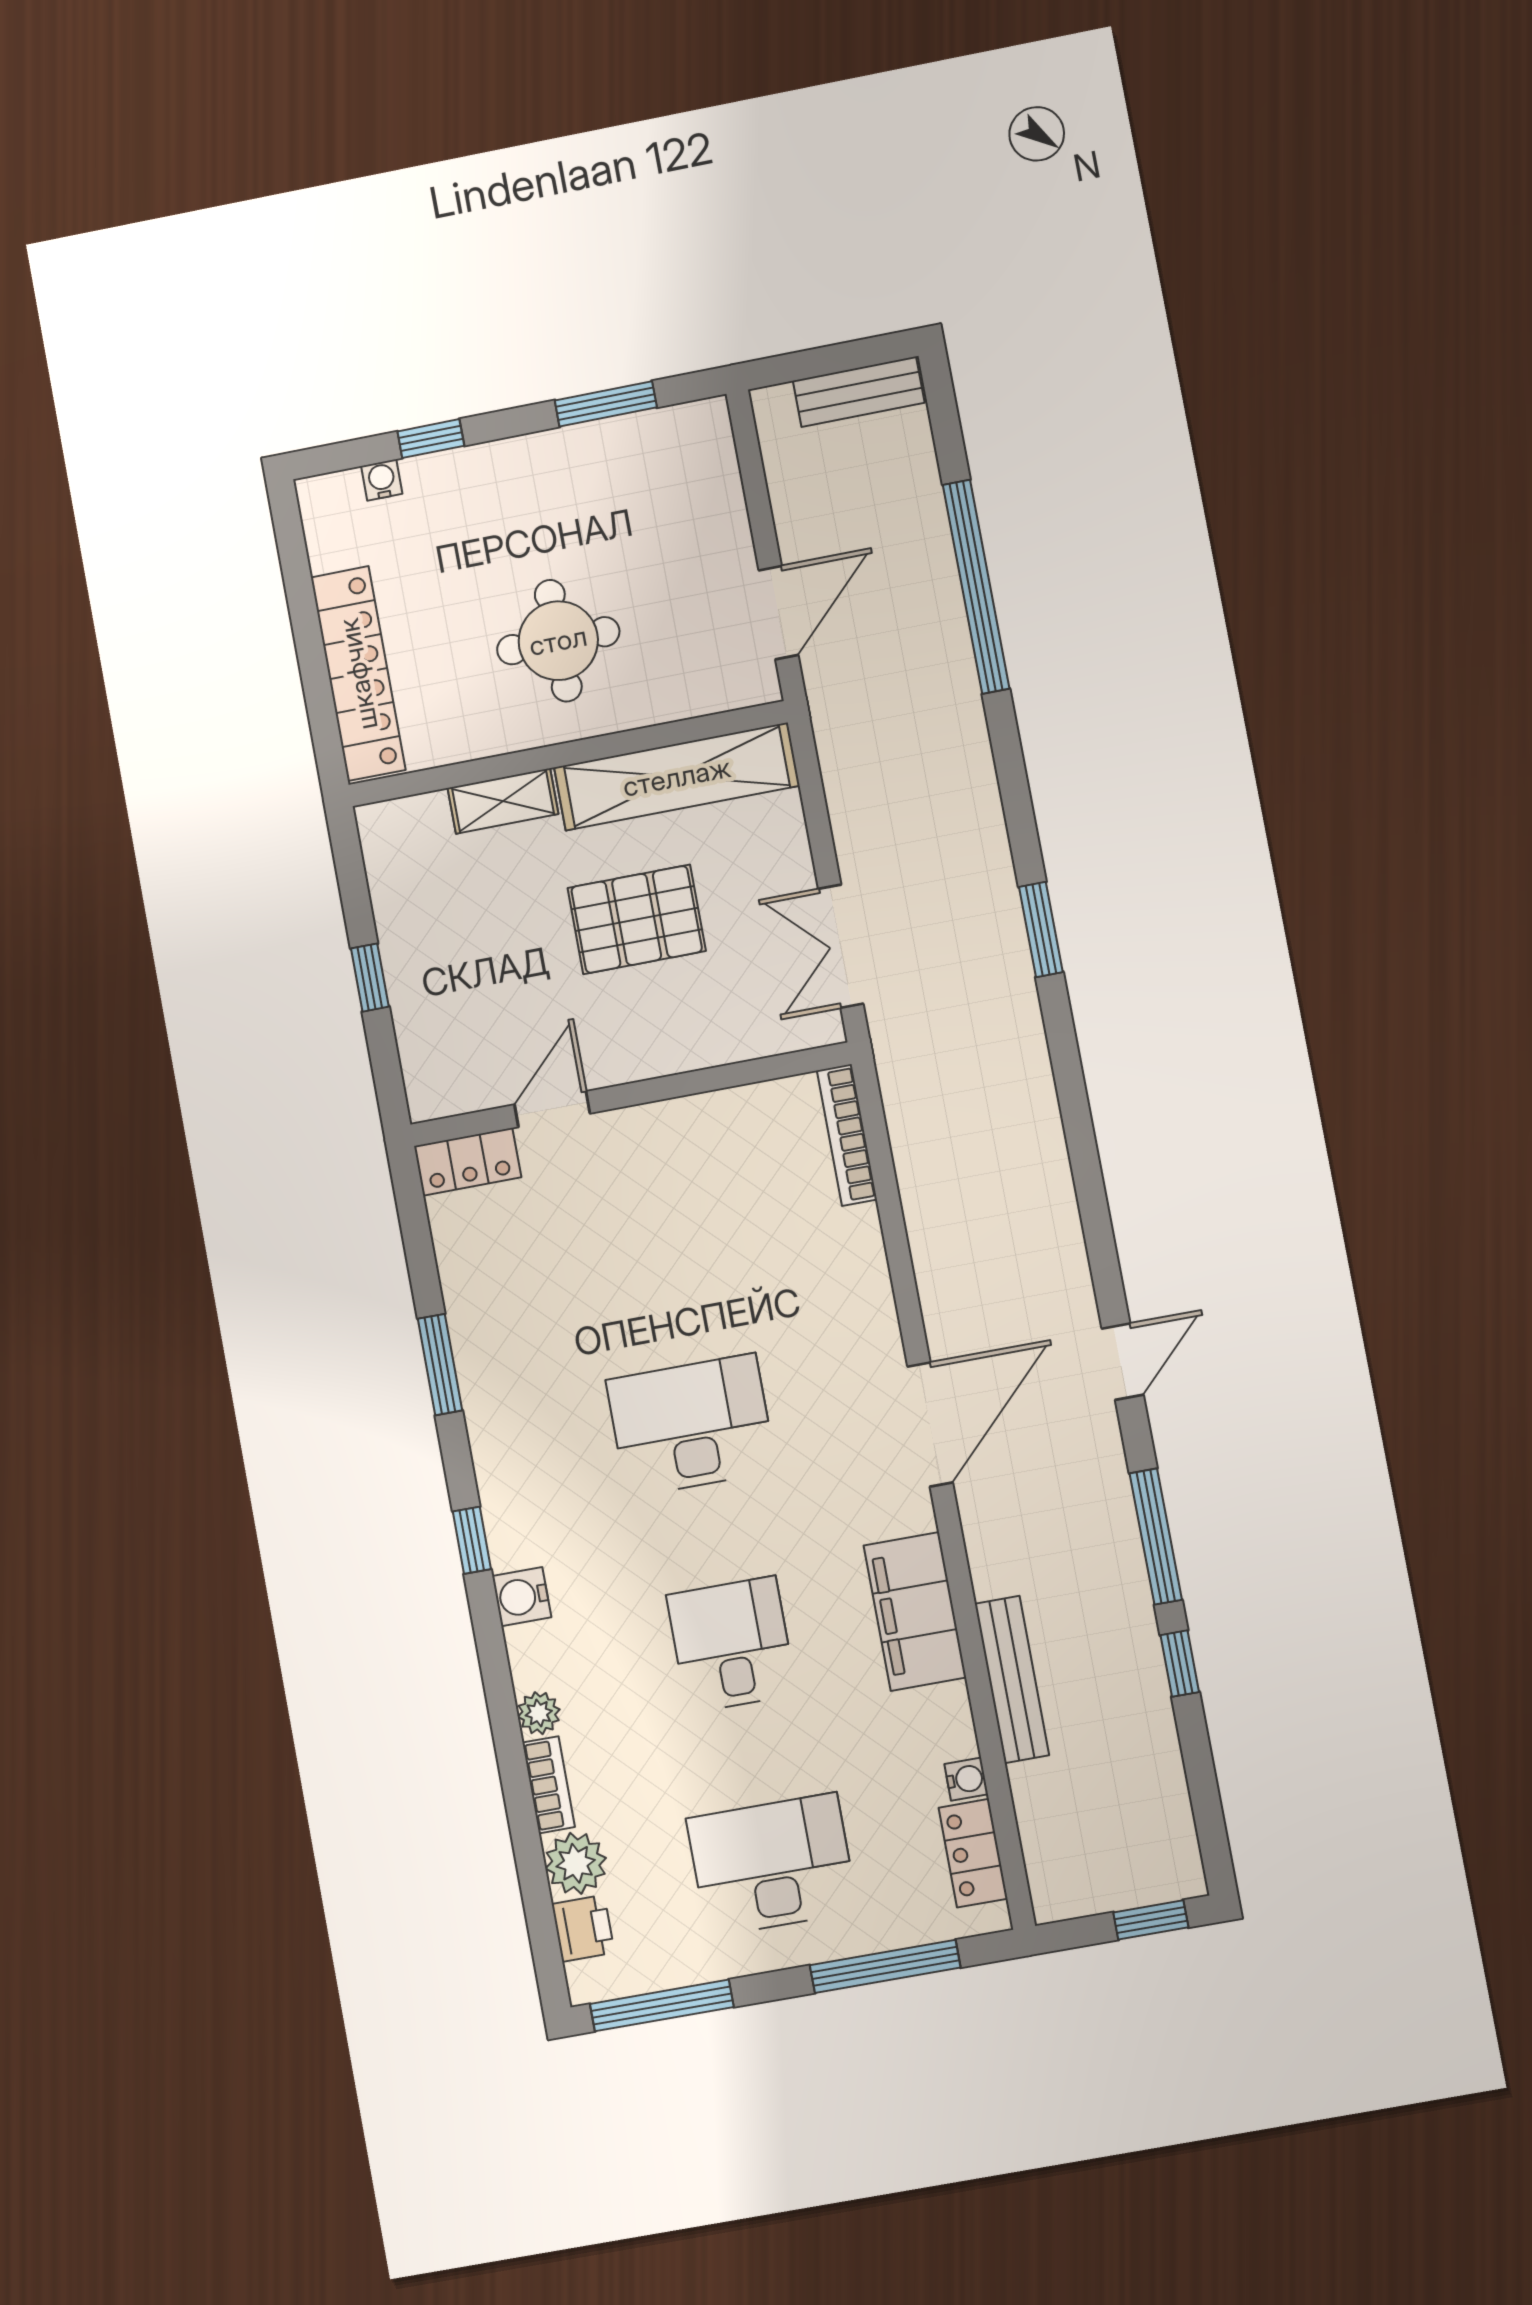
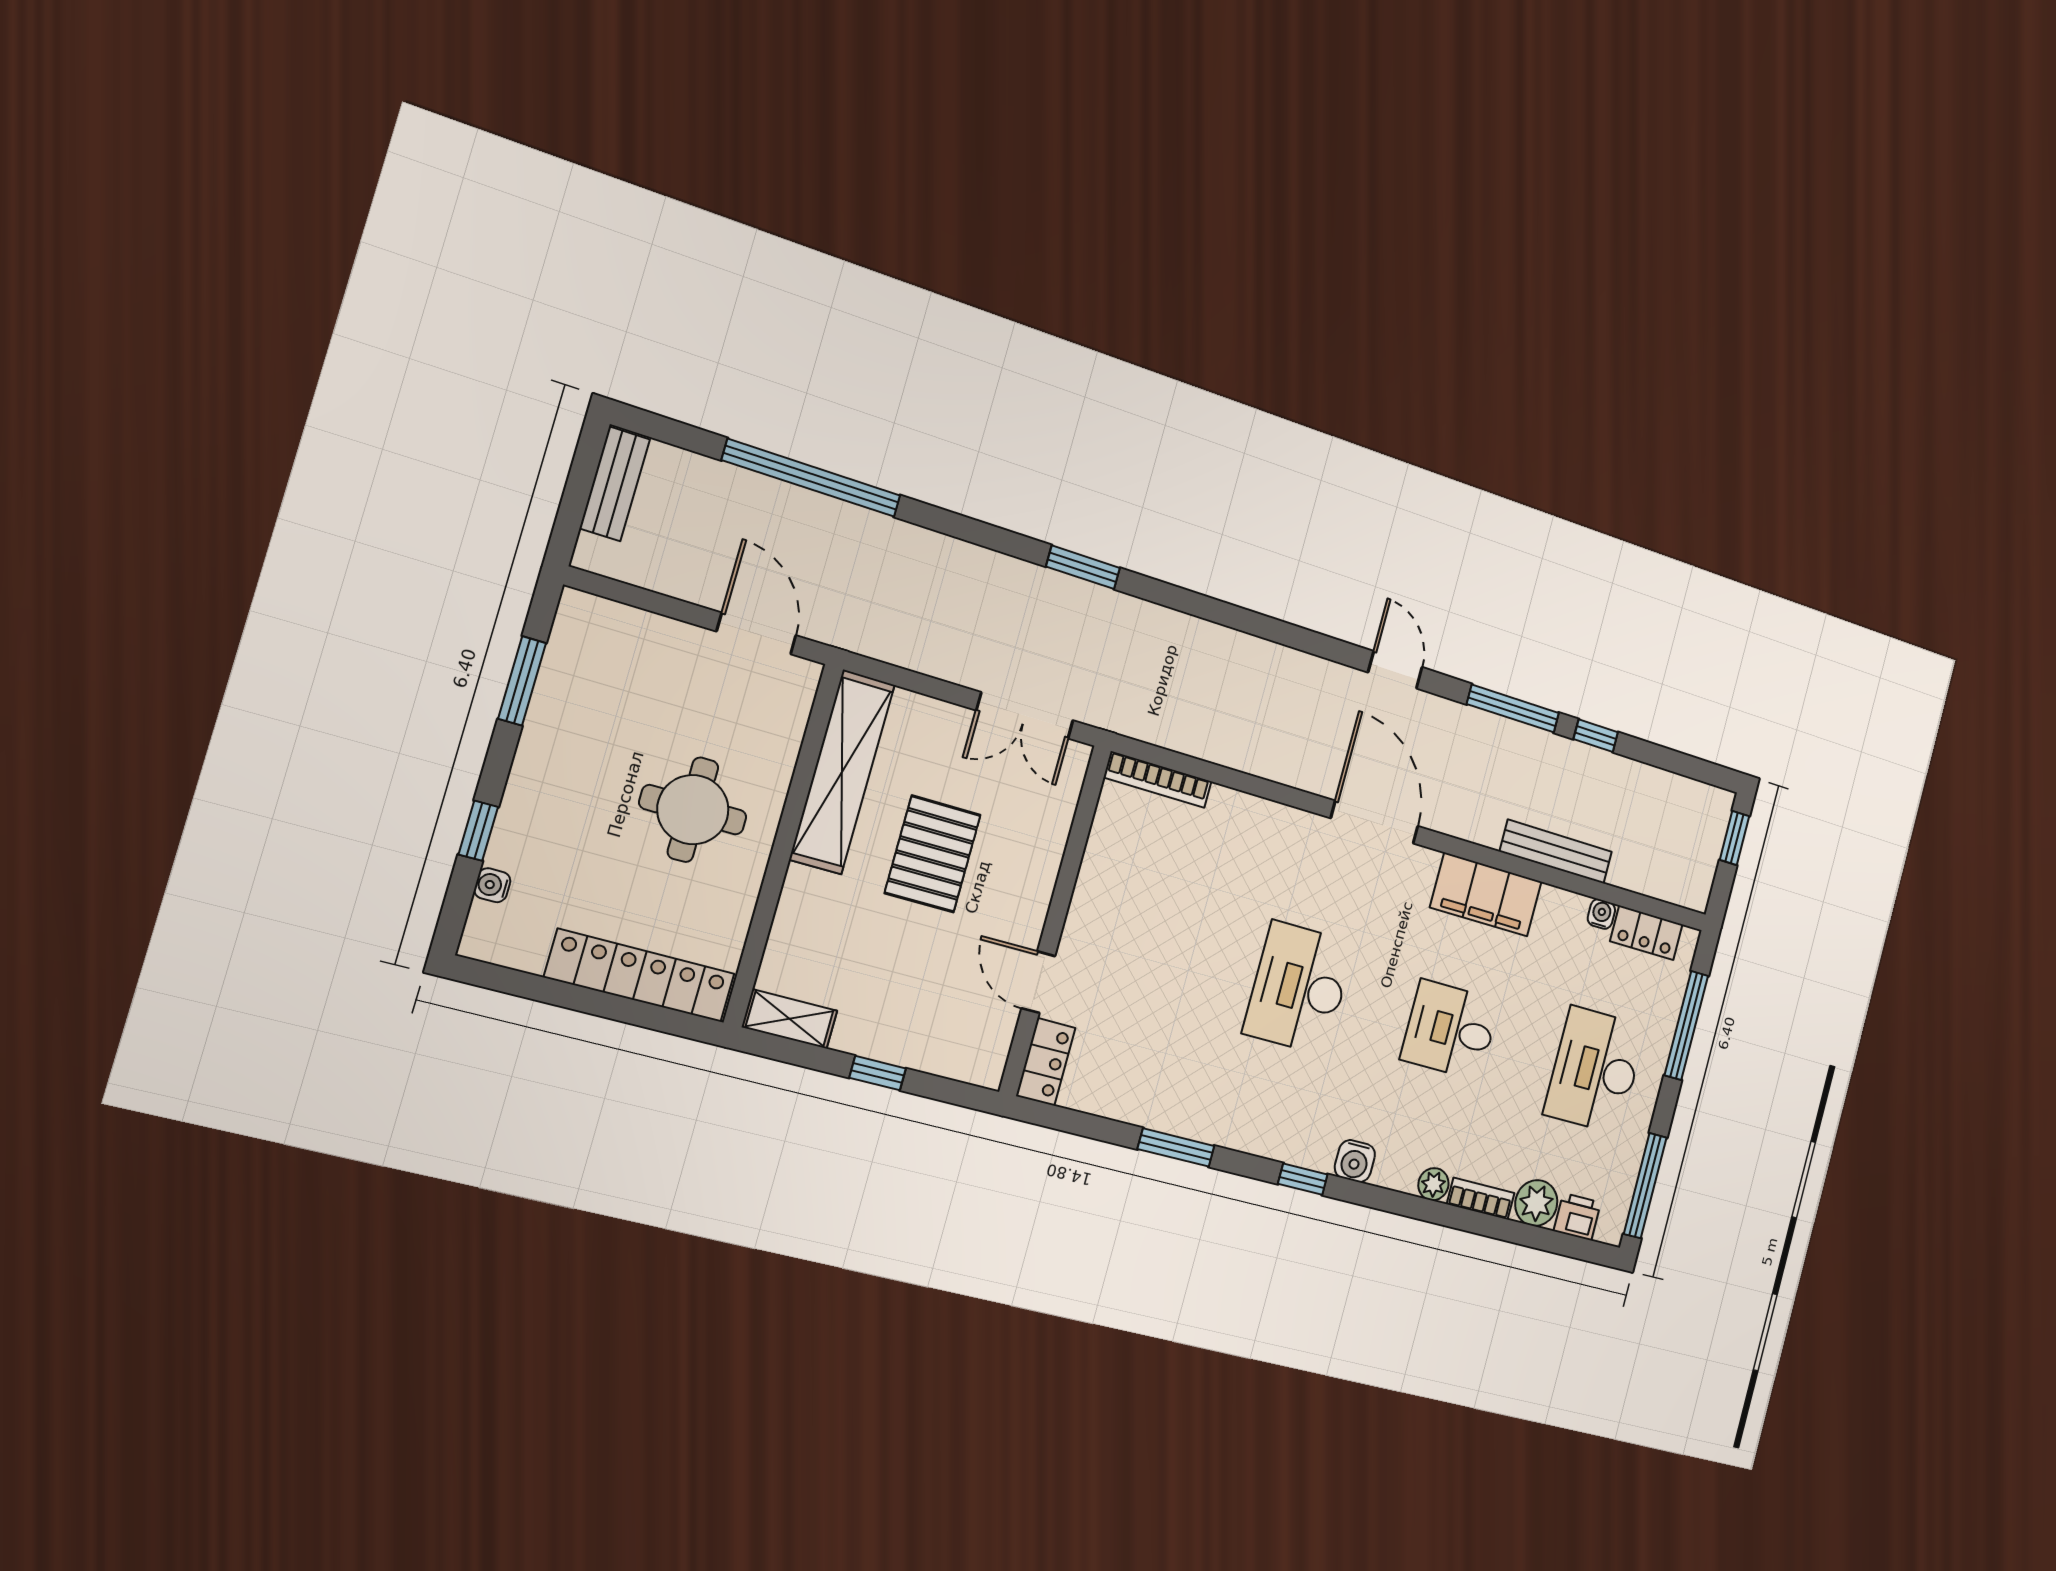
shelving: (503, 801) -> (790, 1019), moved, turned 90

